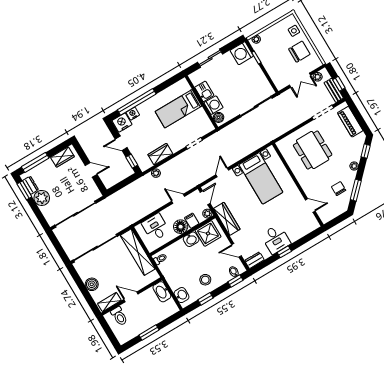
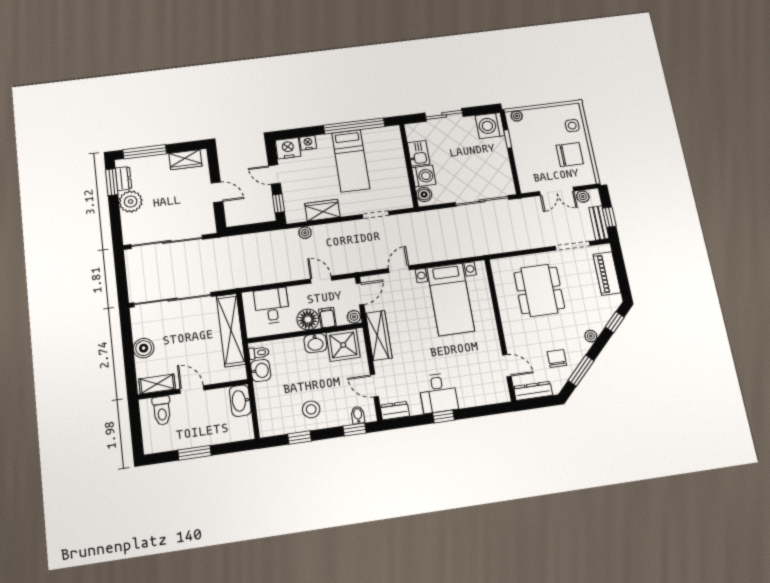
window: (137, 102) -> (354, 126), moved
bed: (178, 109) -> (351, 161), moved, turned -90
dresser: (331, 215) -> (533, 391), added
washbasin: (182, 295) -> (261, 371), moved

